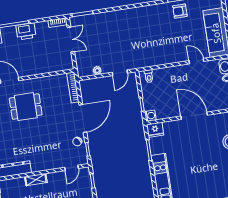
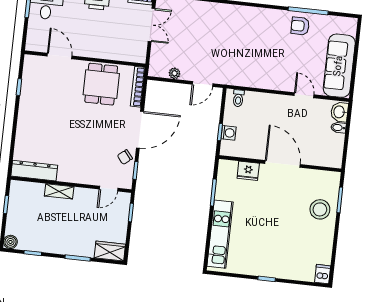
dining table: (26, 107) -> (101, 84), moved, turned 90
washing machine: (150, 116) -> (229, 133), moved
fridge: (155, 130) -> (248, 171), moved

